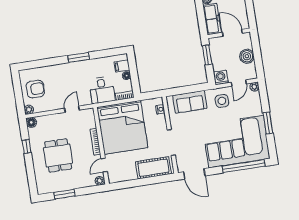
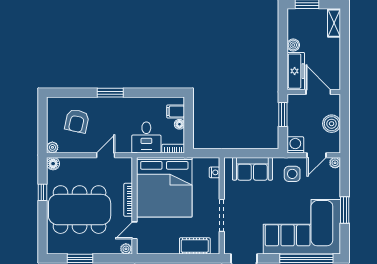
window: (79, 57) -> (110, 93), moved
armchair: (35, 89) -> (77, 121), moved, turned 102
dining table: (58, 155) -> (80, 210), width x1.88, depth x1.24
cot: (153, 168) -> (195, 246), width x0.73, depth x0.75

